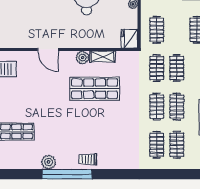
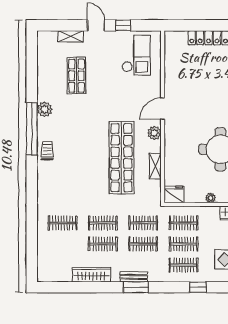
plant: (83, 58) -> (154, 133), moved
shop shelf: (95, 89) -> (122, 158), width x1.40
clothes rail: (177, 145) -> (183, 244), moved

